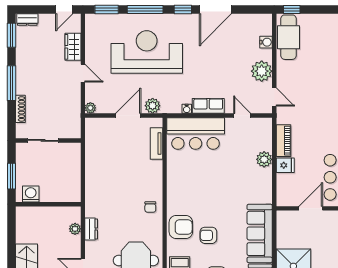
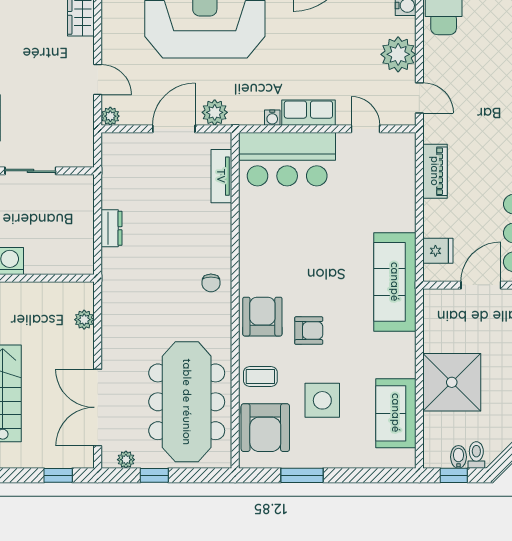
door: (83, 73) -> (98, 80), moved
plant: (264, 159) -> (403, 203), removed
fridge: (285, 165) -> (438, 251), moved
armchair: (181, 227) -> (262, 317), turned -90
dresser: (91, 229) -> (112, 228), moved
sofa: (260, 233) -> (395, 282), moved
armchair: (208, 235) -> (309, 331), turned 180

